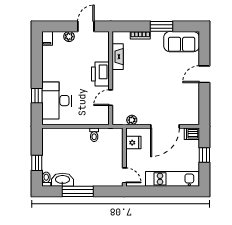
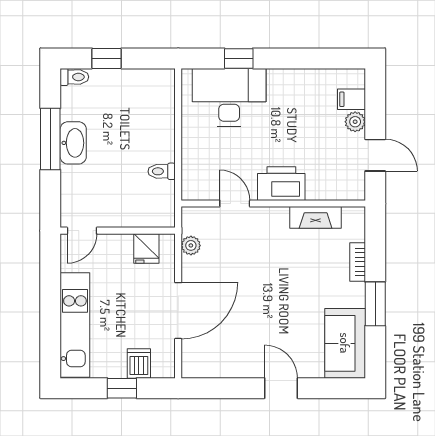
filing cabinet: (47, 38) -> (352, 99), moved
door: (165, 126) -> (178, 311), swing flipped
dishwasher: (192, 134) -> (139, 363), moved
washbasin: (62, 180) -> (73, 143), moved

